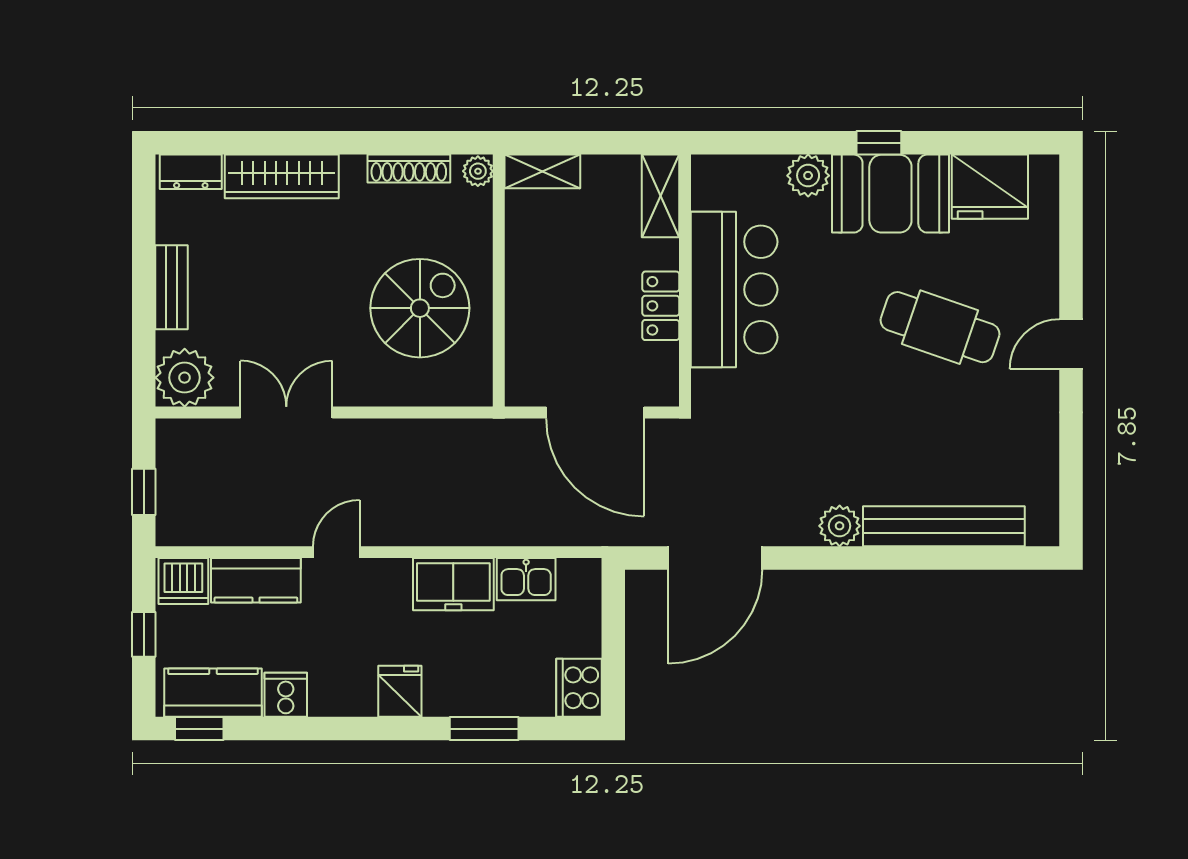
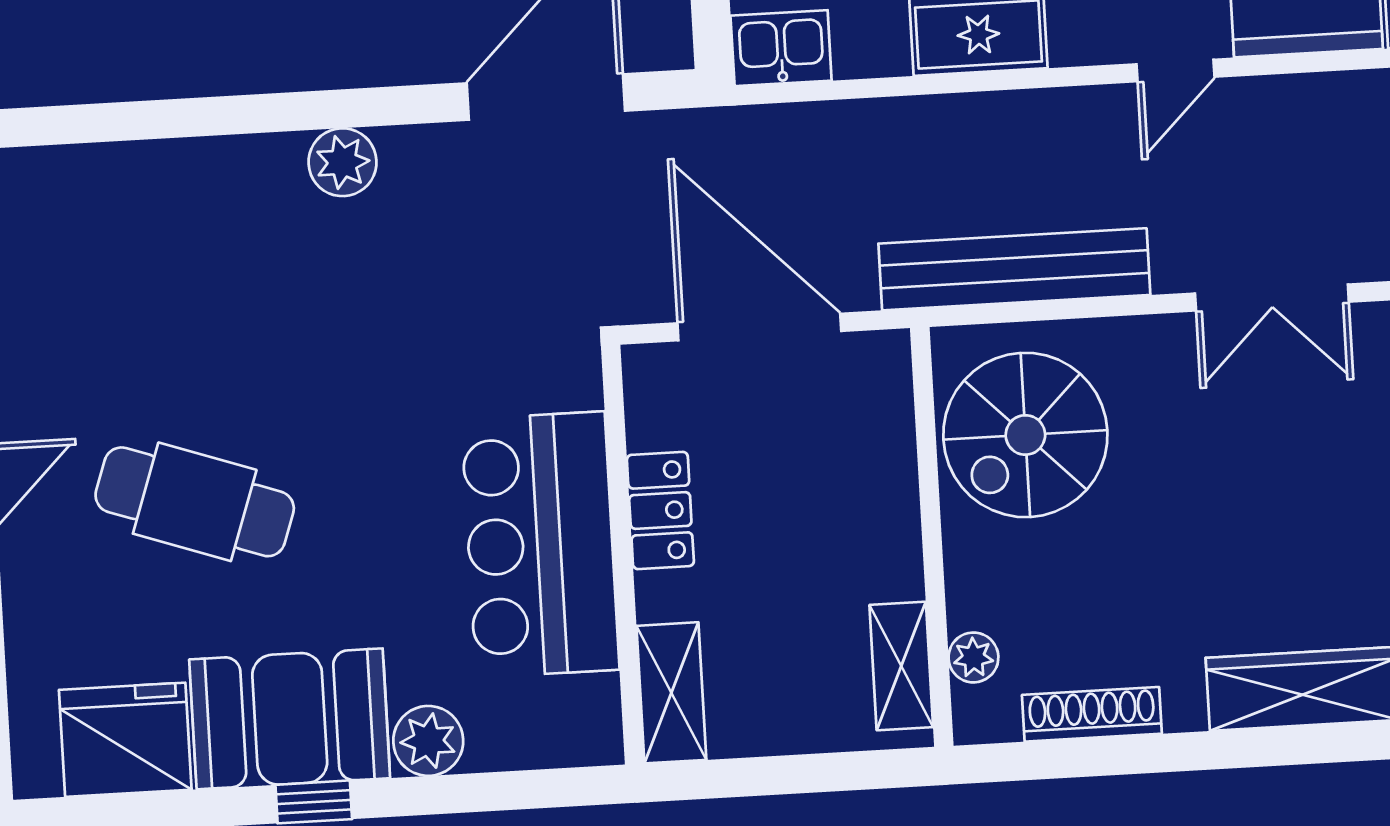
plant: (478, 171) -> (973, 657), moved
shelving: (542, 171) -> (901, 666), moved, turned 90
spiral stairs: (420, 308) -> (1025, 435), moved
bench: (944, 526) -> (1014, 269), moved
kitchen sink: (526, 579) -> (781, 48), moved

